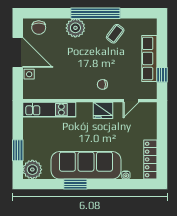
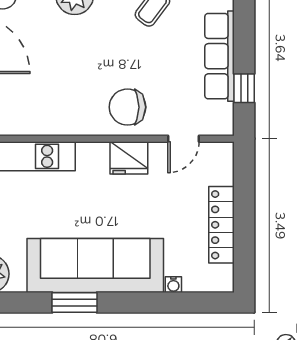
chair: (102, 84) -> (127, 107), width x1.87, depth x1.87
locker: (150, 159) -> (222, 225), moved

